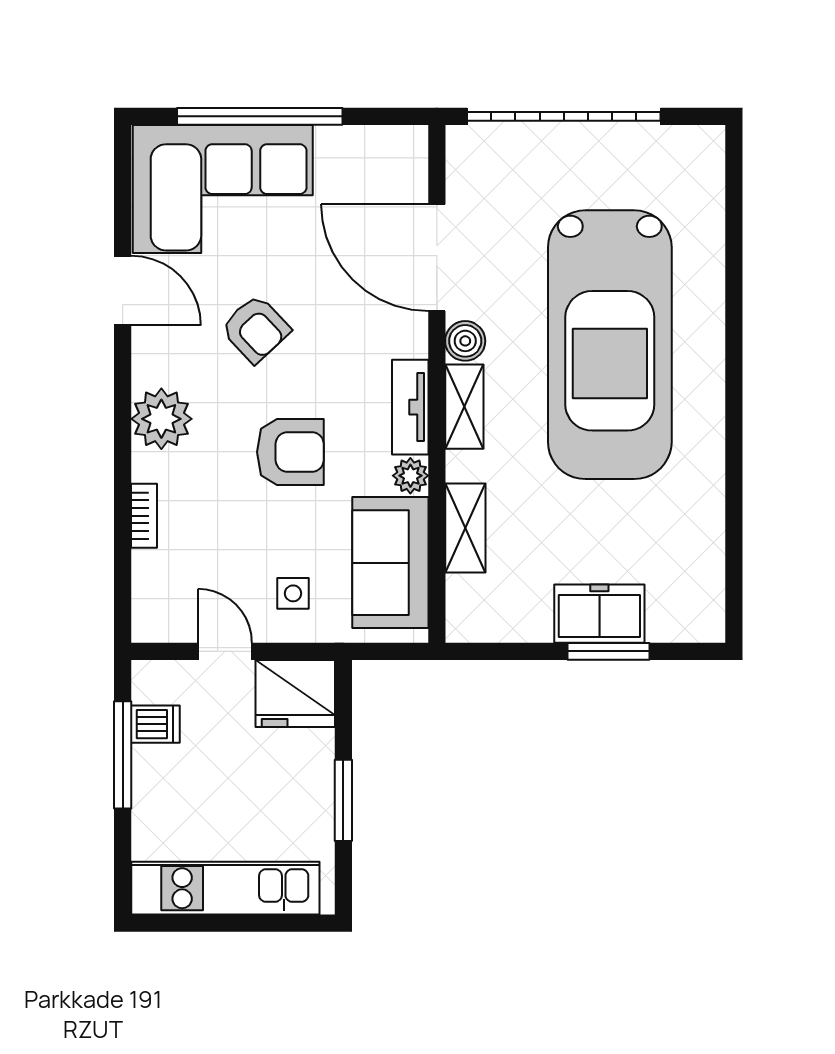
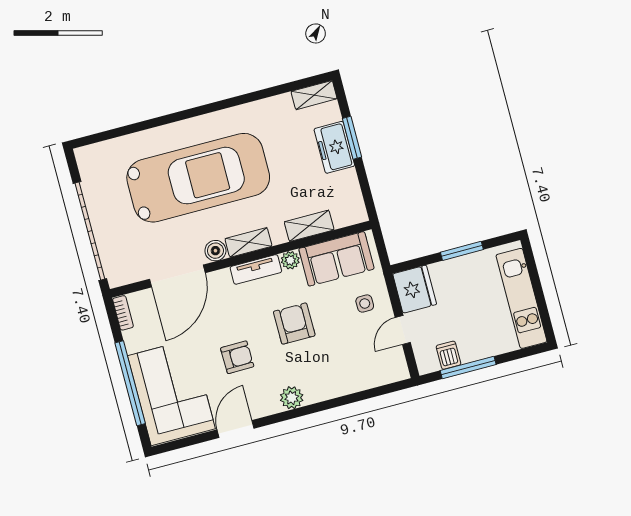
armchair: (256, 329) -> (237, 357), turned 42
plant: (161, 419) -> (292, 398), width x0.73, depth x0.73
bookcase: (144, 516) -> (123, 313), moved, turned 90
shelving: (707, 602) -> (314, 95), added

